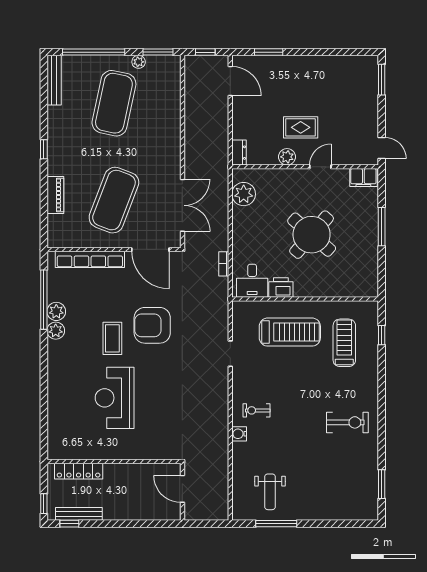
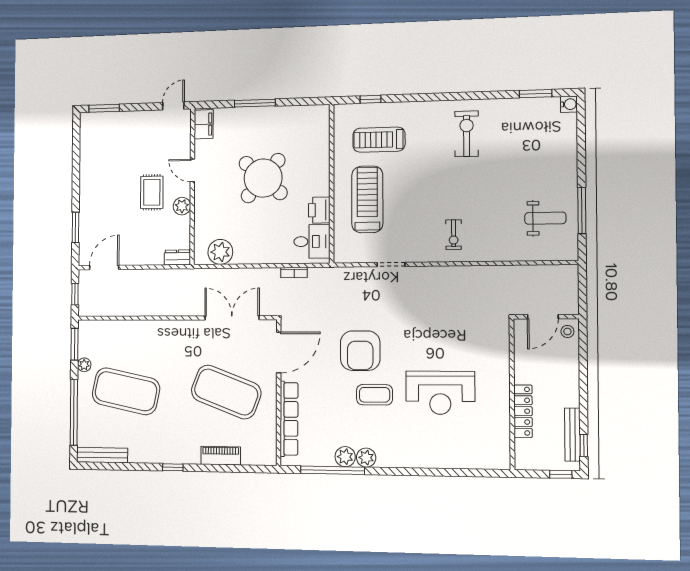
water cooler: (239, 434) -> (569, 104), moved, turned -90
locker: (79, 471) -> (523, 411), moved
stool: (169, 510) -> (567, 331), added

